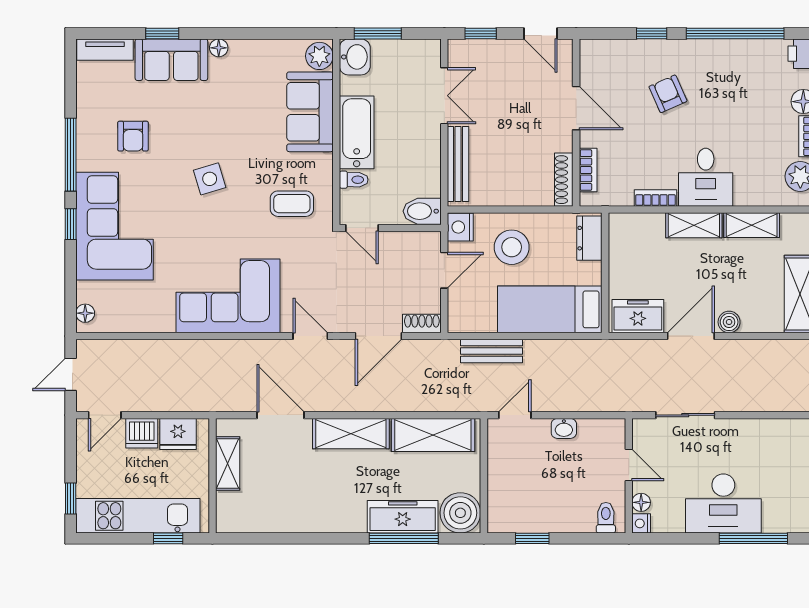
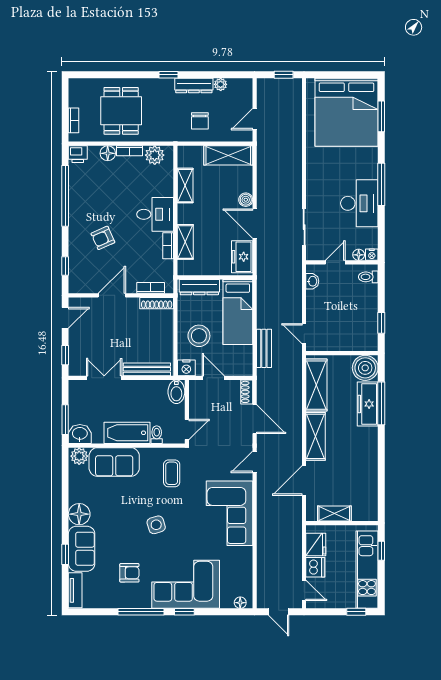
window: (652, 34) -> (65, 266), moved
floor lamp: (219, 48) -> (79, 514), width x1.89, depth x1.89
shelving: (694, 225) -> (185, 242), moved
dresser: (589, 238) -> (199, 287), width x1.44
washbasin: (564, 428) -> (312, 281), moved

